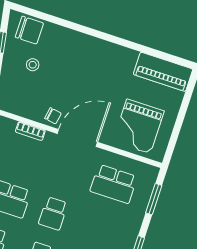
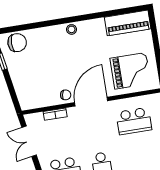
stool: (33, 65) -> (72, 29), moved
grand piano: (138, 126) -> (130, 71), turned -90

